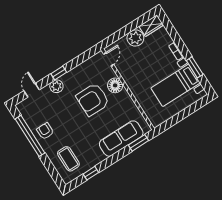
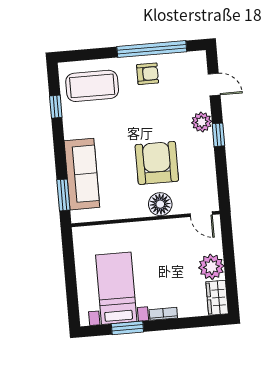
coffee table: (68, 159) -> (92, 86), width x1.36, depth x1.32

